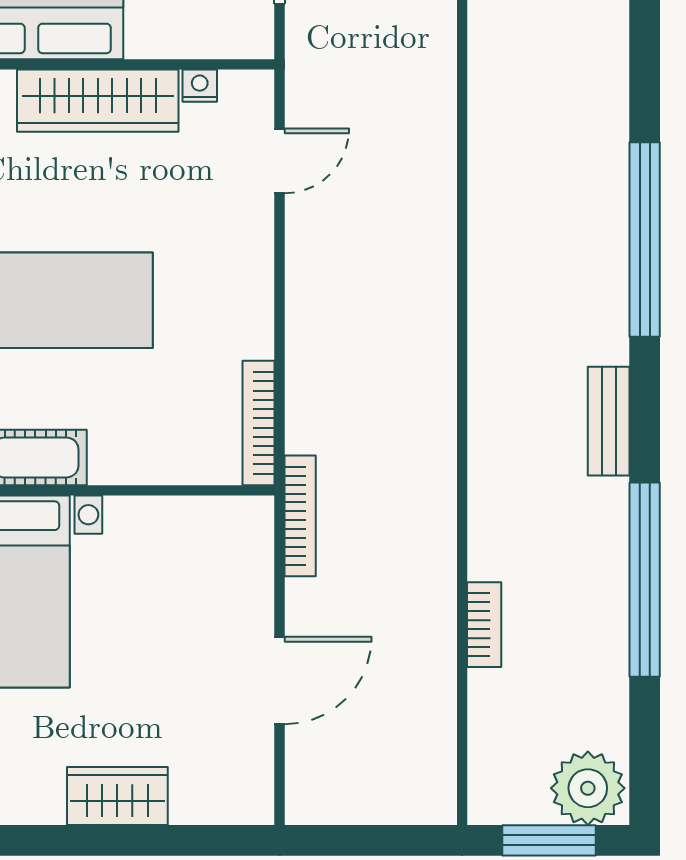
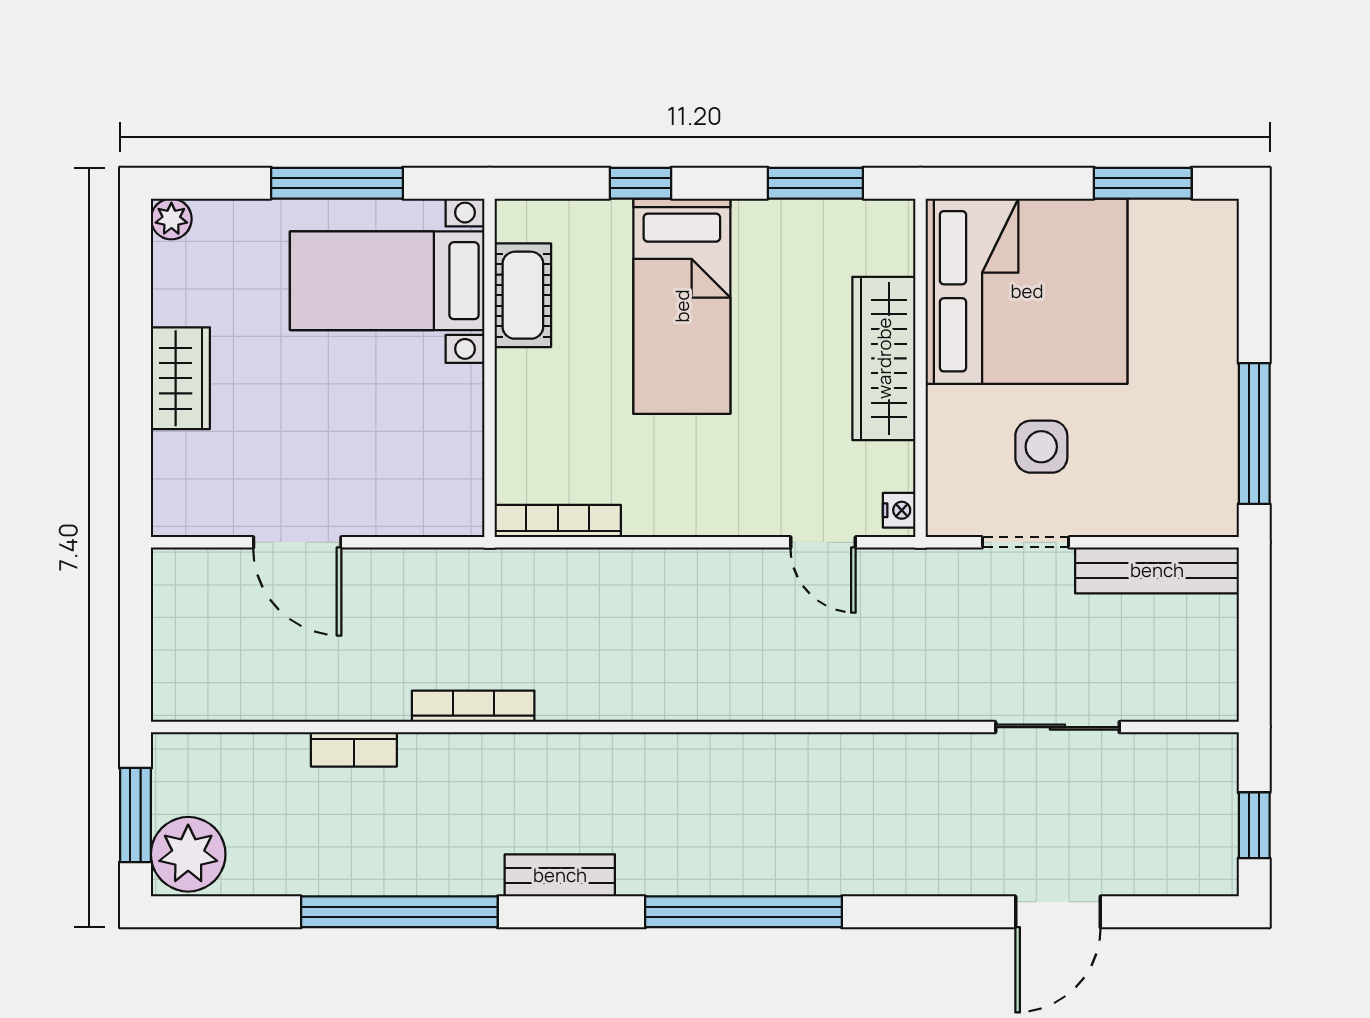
nightstand: (200, 86) -> (899, 510), moved
bookcase: (300, 516) -> (473, 706), moved, turned 180

